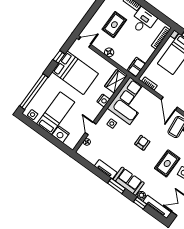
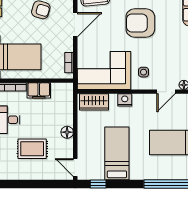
window: (59, 57) -> (98, 184), moved
filing cabinet: (136, 67) -> (39, 90), moved
bed: (75, 73) -> (117, 153), width x0.67
armchair: (142, 143) -> (140, 23), width x1.88, depth x1.88

